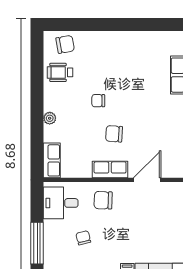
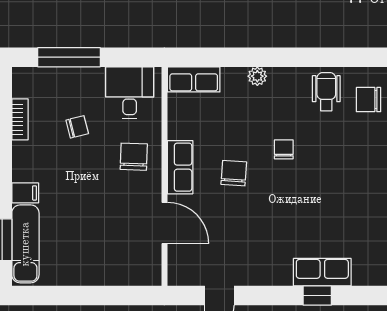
chair: (65, 44) -> (369, 100), turned 100

